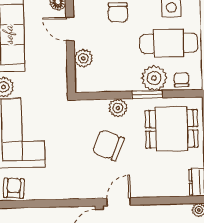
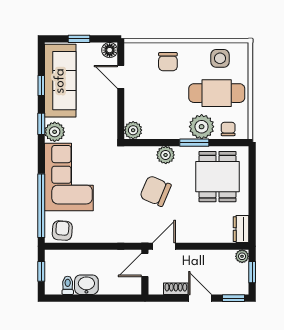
plant: (83, 58) -> (133, 130), moved
dining table: (172, 129) -> (217, 177), turned 90

